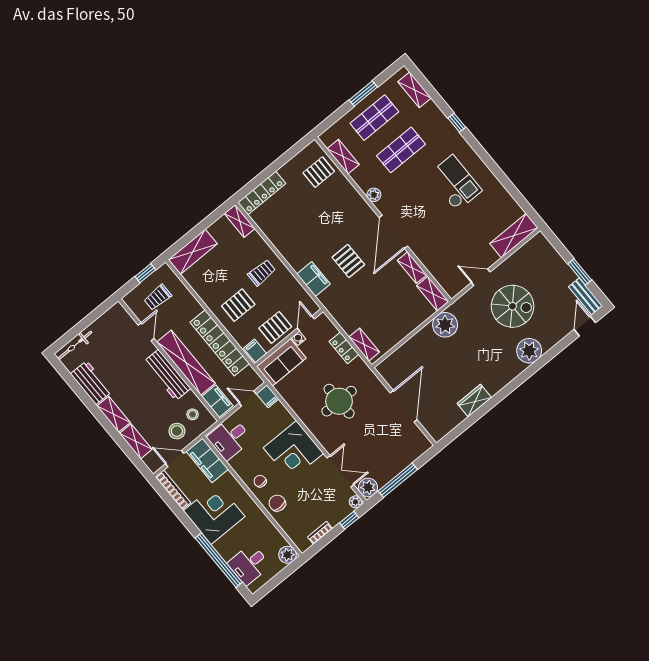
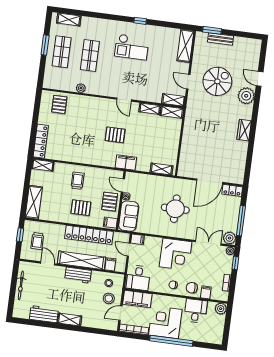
window: (457, 123) -> (140, 21), moved
shelving: (343, 157) -> (173, 100), moved
checkout: (455, 183) -> (132, 47), turned 180
plant: (374, 195) -> (81, 88), moved
door: (393, 232) -> (124, 100), width x0.53
window: (580, 272) -> (212, 30), moved
door: (481, 277) -> (188, 82), hinge flipped
filing cabinet: (314, 279) -> (126, 162), moved
bench: (585, 296) -> (220, 39), moved
pallet: (238, 305) -> (81, 208), turned 90
plant: (445, 325) -> (193, 122), removed
door: (585, 326) -> (260, 79), moved
bicycle: (75, 345) -> (21, 285), moved
locker: (344, 348) -> (232, 190), moved
workbench: (167, 375) -> (78, 275), width x0.73
door: (248, 399) -> (129, 250), hinge flipped
filing cabinet: (217, 401) -> (110, 264), width x0.50
wardrobe: (474, 401) -> (244, 130), moved
door: (404, 406) -> (210, 181), swing flipped
shelving: (136, 441) -> (93, 323), removed
filing cabinet: (288, 522) -> (206, 292), added
window: (219, 560) -> (171, 341), moved
desk: (249, 564) -> (196, 311), moved, turned 180

